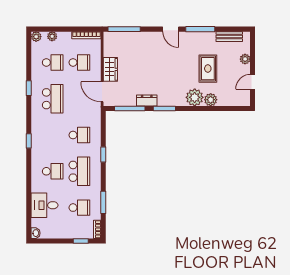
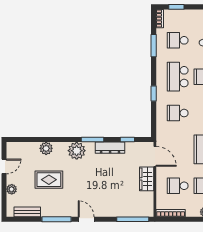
rug: (208, 69) -> (49, 180), turned 90
plant: (195, 97) -> (77, 151), moved
dresser: (147, 100) -> (110, 148), width x1.44
window: (130, 109) -> (127, 140), width x0.46

